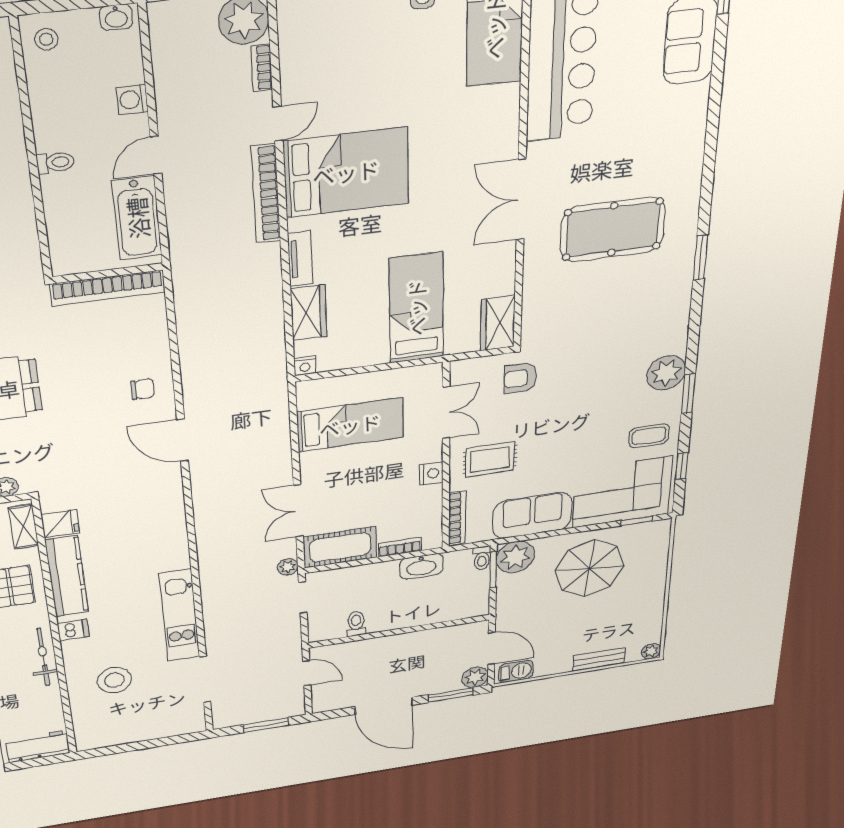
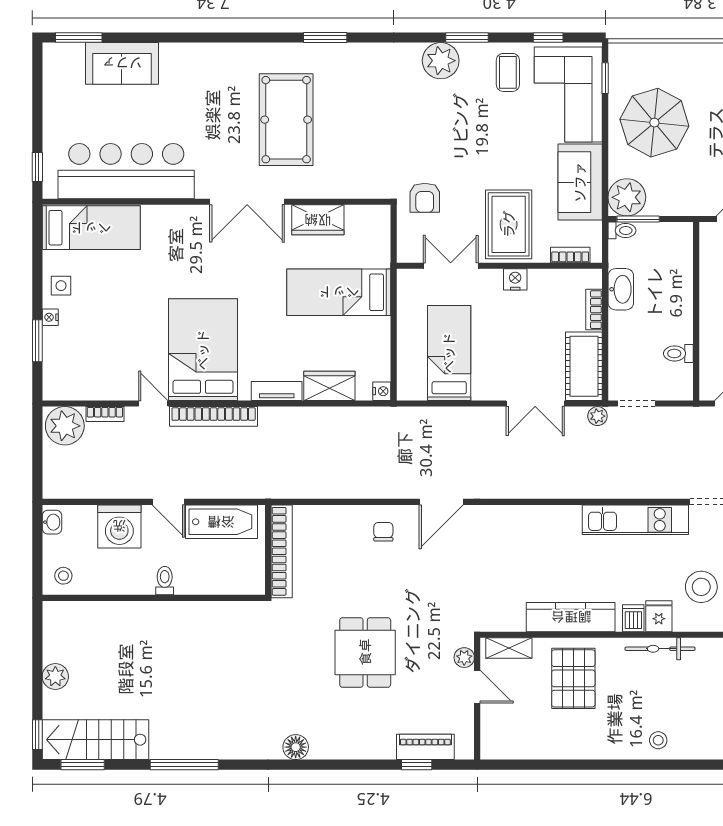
washing machine: (132, 100) -> (119, 526), width x1.89, depth x1.89
wardrobe: (498, 323) -> (318, 220), moved
rug: (490, 459) -> (509, 224), width x1.36, depth x1.43
bookcase: (457, 518) -> (570, 255), width x0.64
fridge: (60, 524) -> (659, 616), moved

